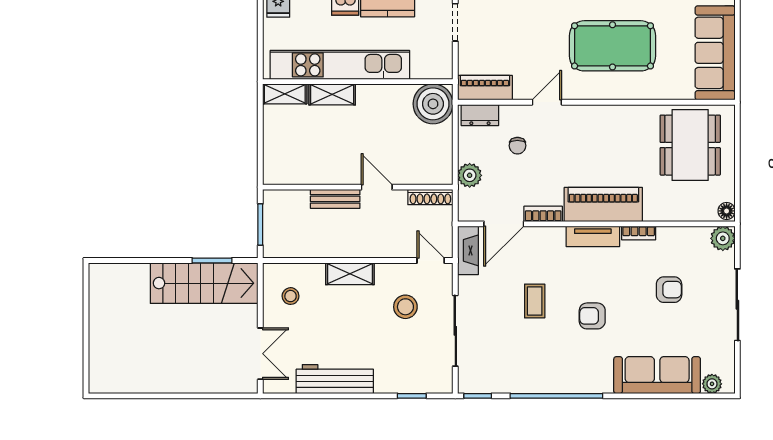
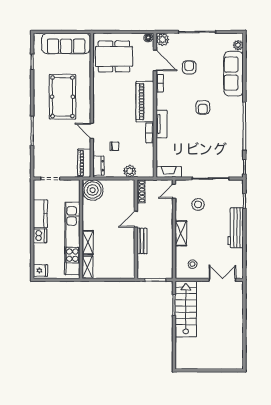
door: (504, 224) -> (155, 60), moved
tv unit: (593, 236) -> (161, 124), moved
coffee table: (535, 301) -> (195, 137), removed
workbench: (335, 379) -> (236, 228), moved

